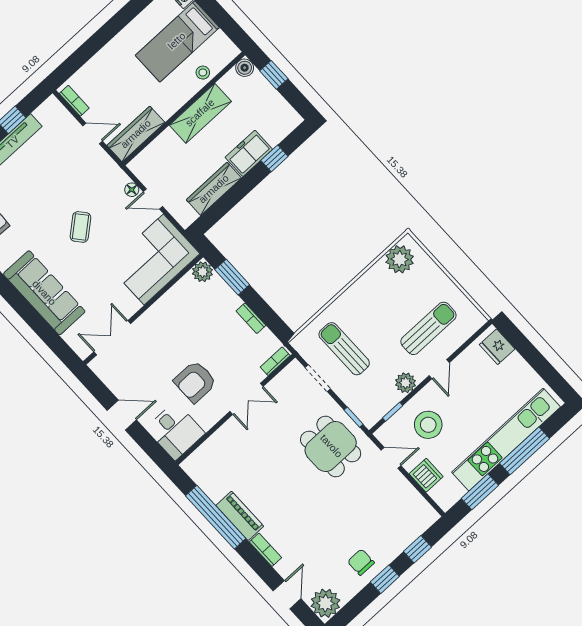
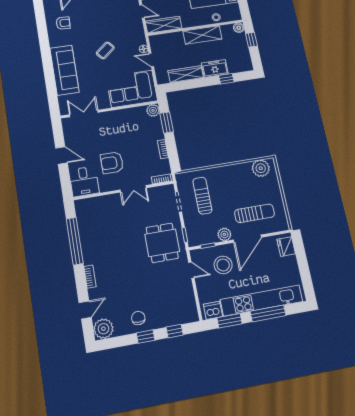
door: (439, 369) -> (247, 239), width x1.87
dishwasher: (426, 475) -> (213, 310), moved, turned -90
piano: (240, 516) -> (88, 249), removed

